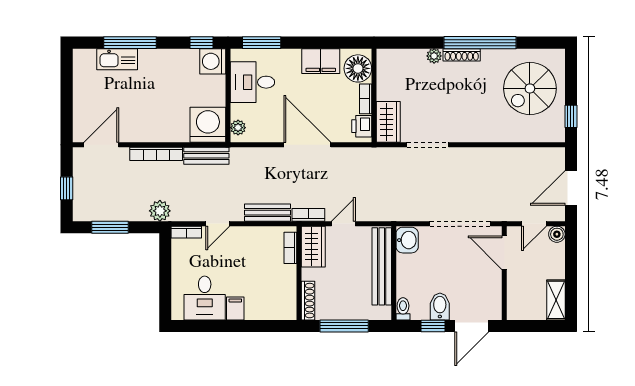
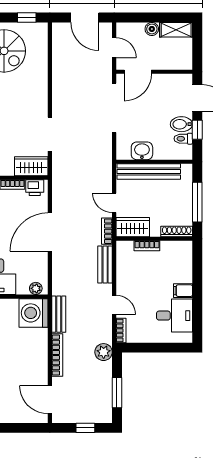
boiler: (557, 234) -> (152, 29), moved
washbasin: (407, 240) -> (142, 151), moved
bookcase: (290, 248) -> (147, 246), moved
toilet: (403, 309) -> (183, 139), moved

